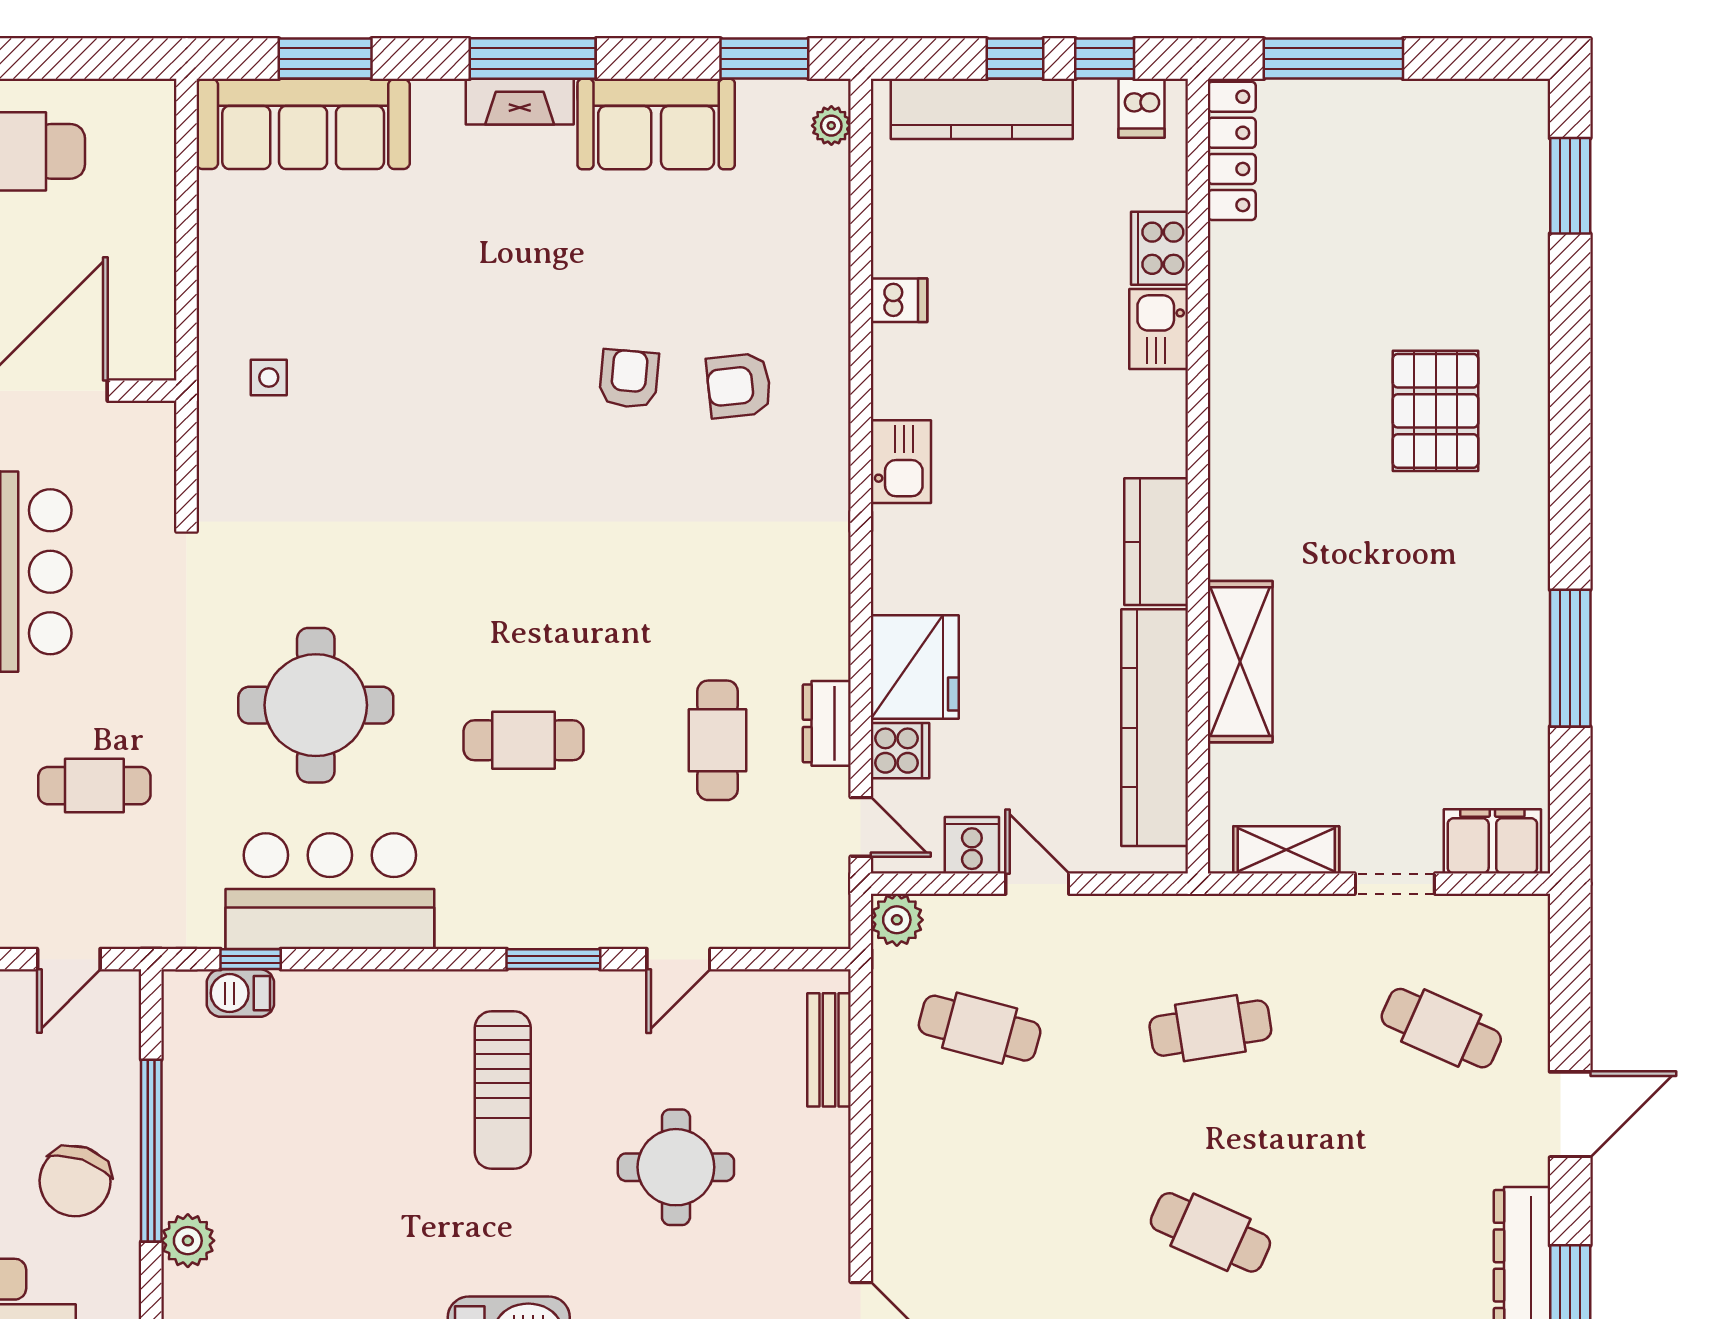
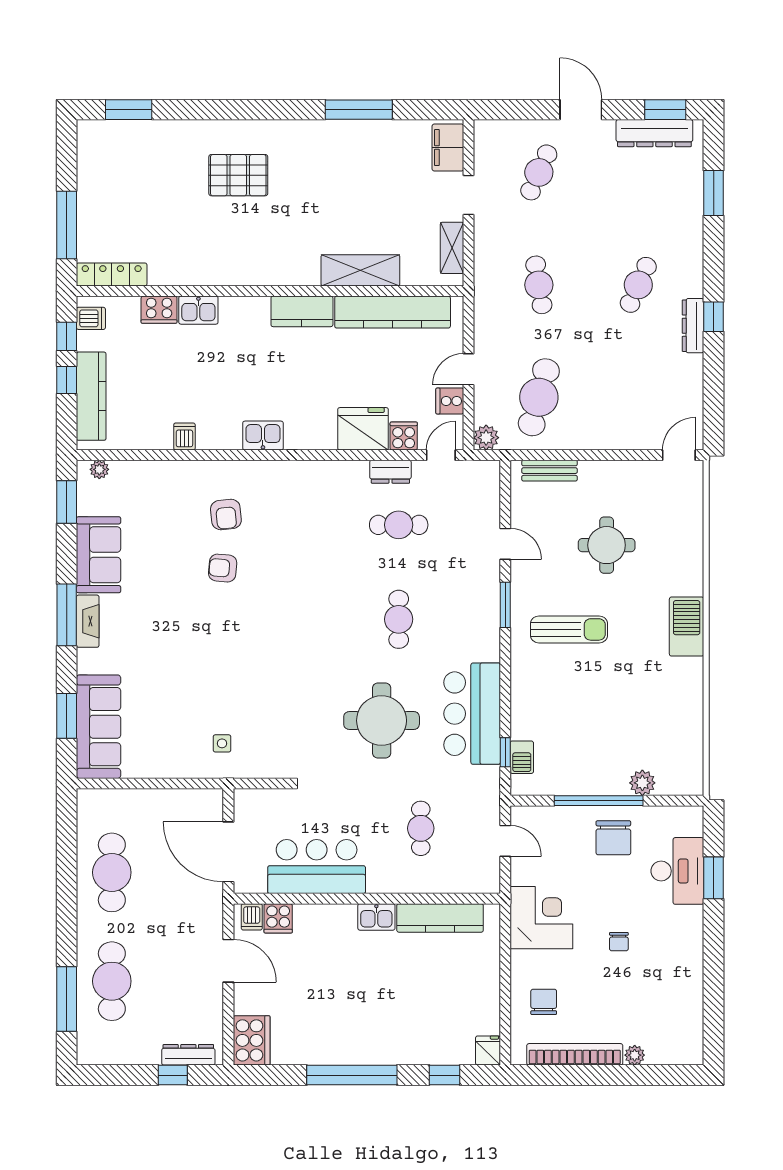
cafe table: (980, 1028) -> (539, 397), width x1.37, depth x1.35
chair: (75, 1181) -> (613, 838), turned 71

